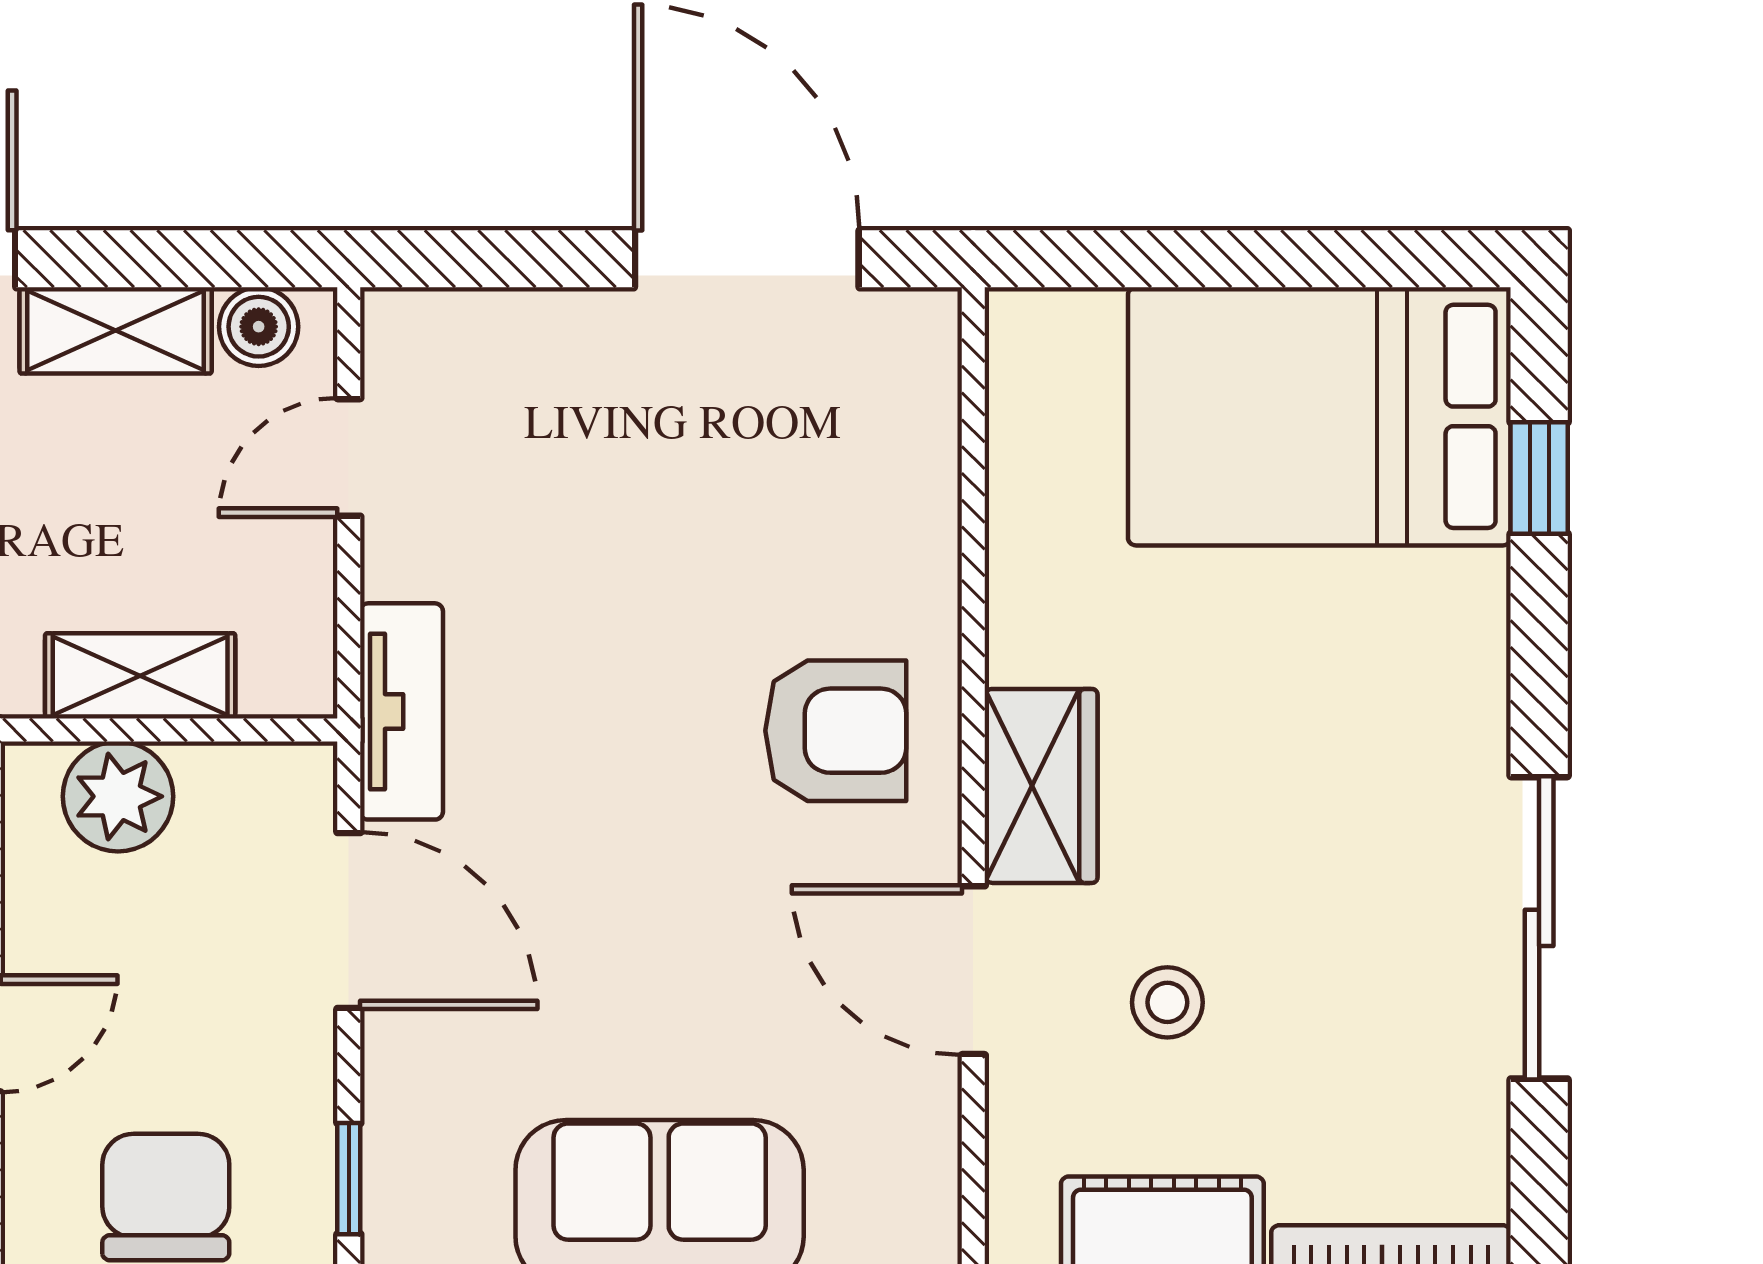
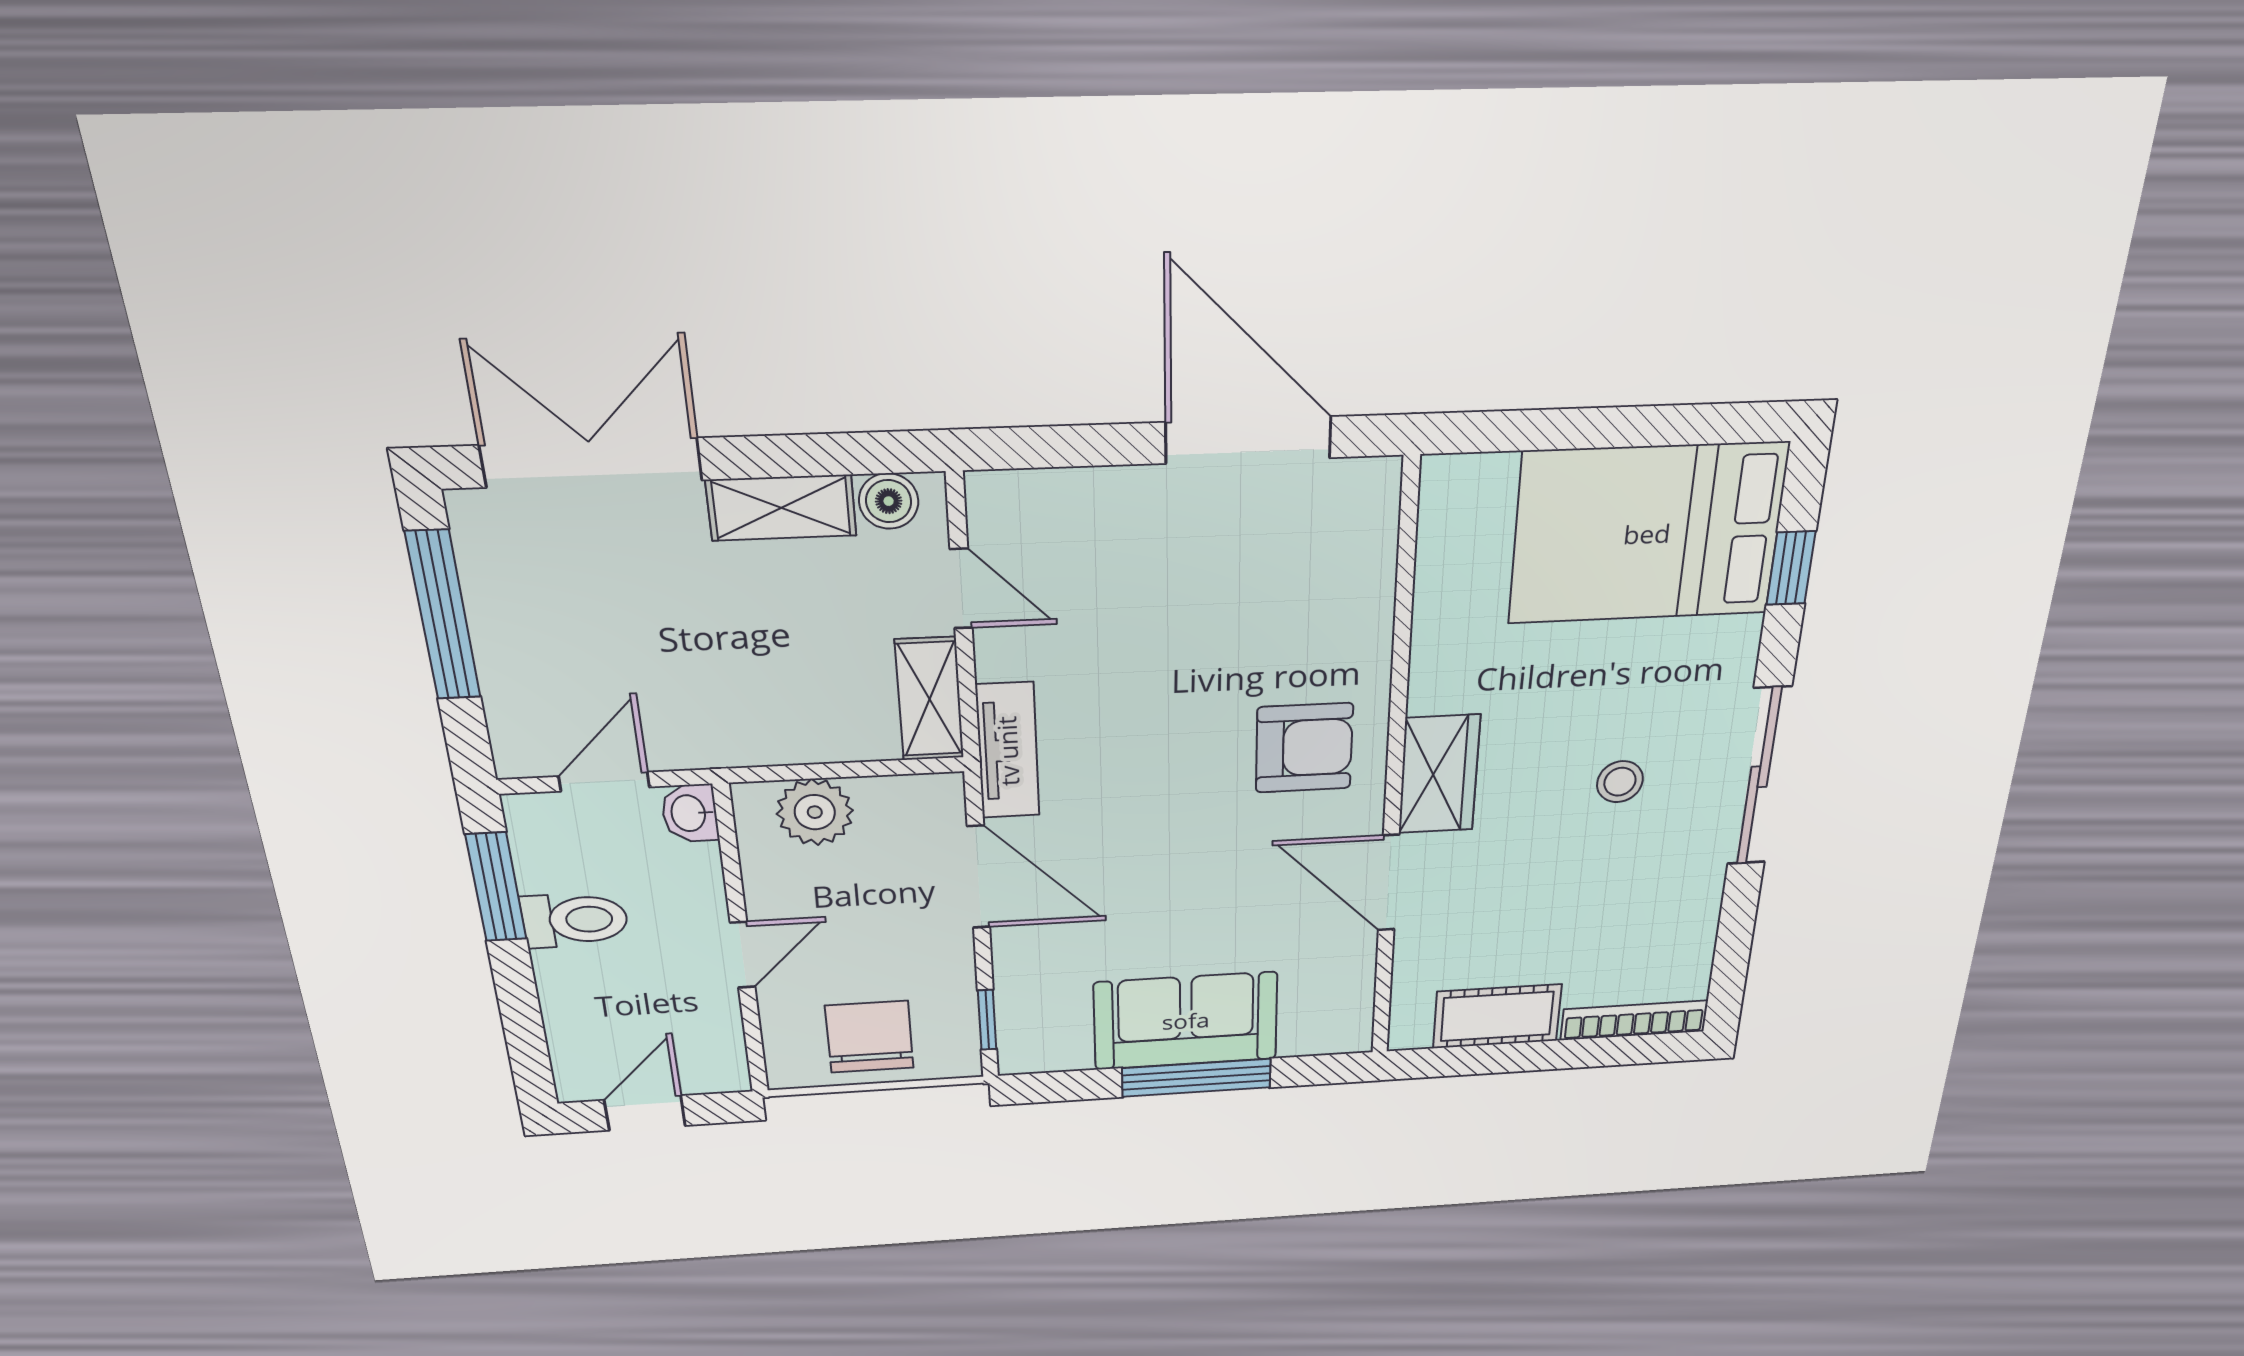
door: (349, 457) -> (961, 589), swing flipped
shelving: (140, 676) -> (929, 699), moved, turned 90
sliding door: (1539, 928) -> (1759, 777), moved
stool: (1167, 1002) -> (1620, 782), moved

